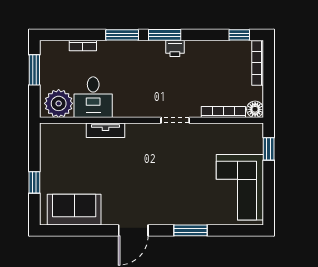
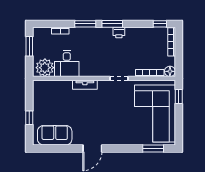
tv unit: (105, 130) -> (85, 85), moved
corner sofa: (240, 187) -> (155, 114), width x1.36, depth x1.36
window: (191, 230) -> (153, 148), moved

